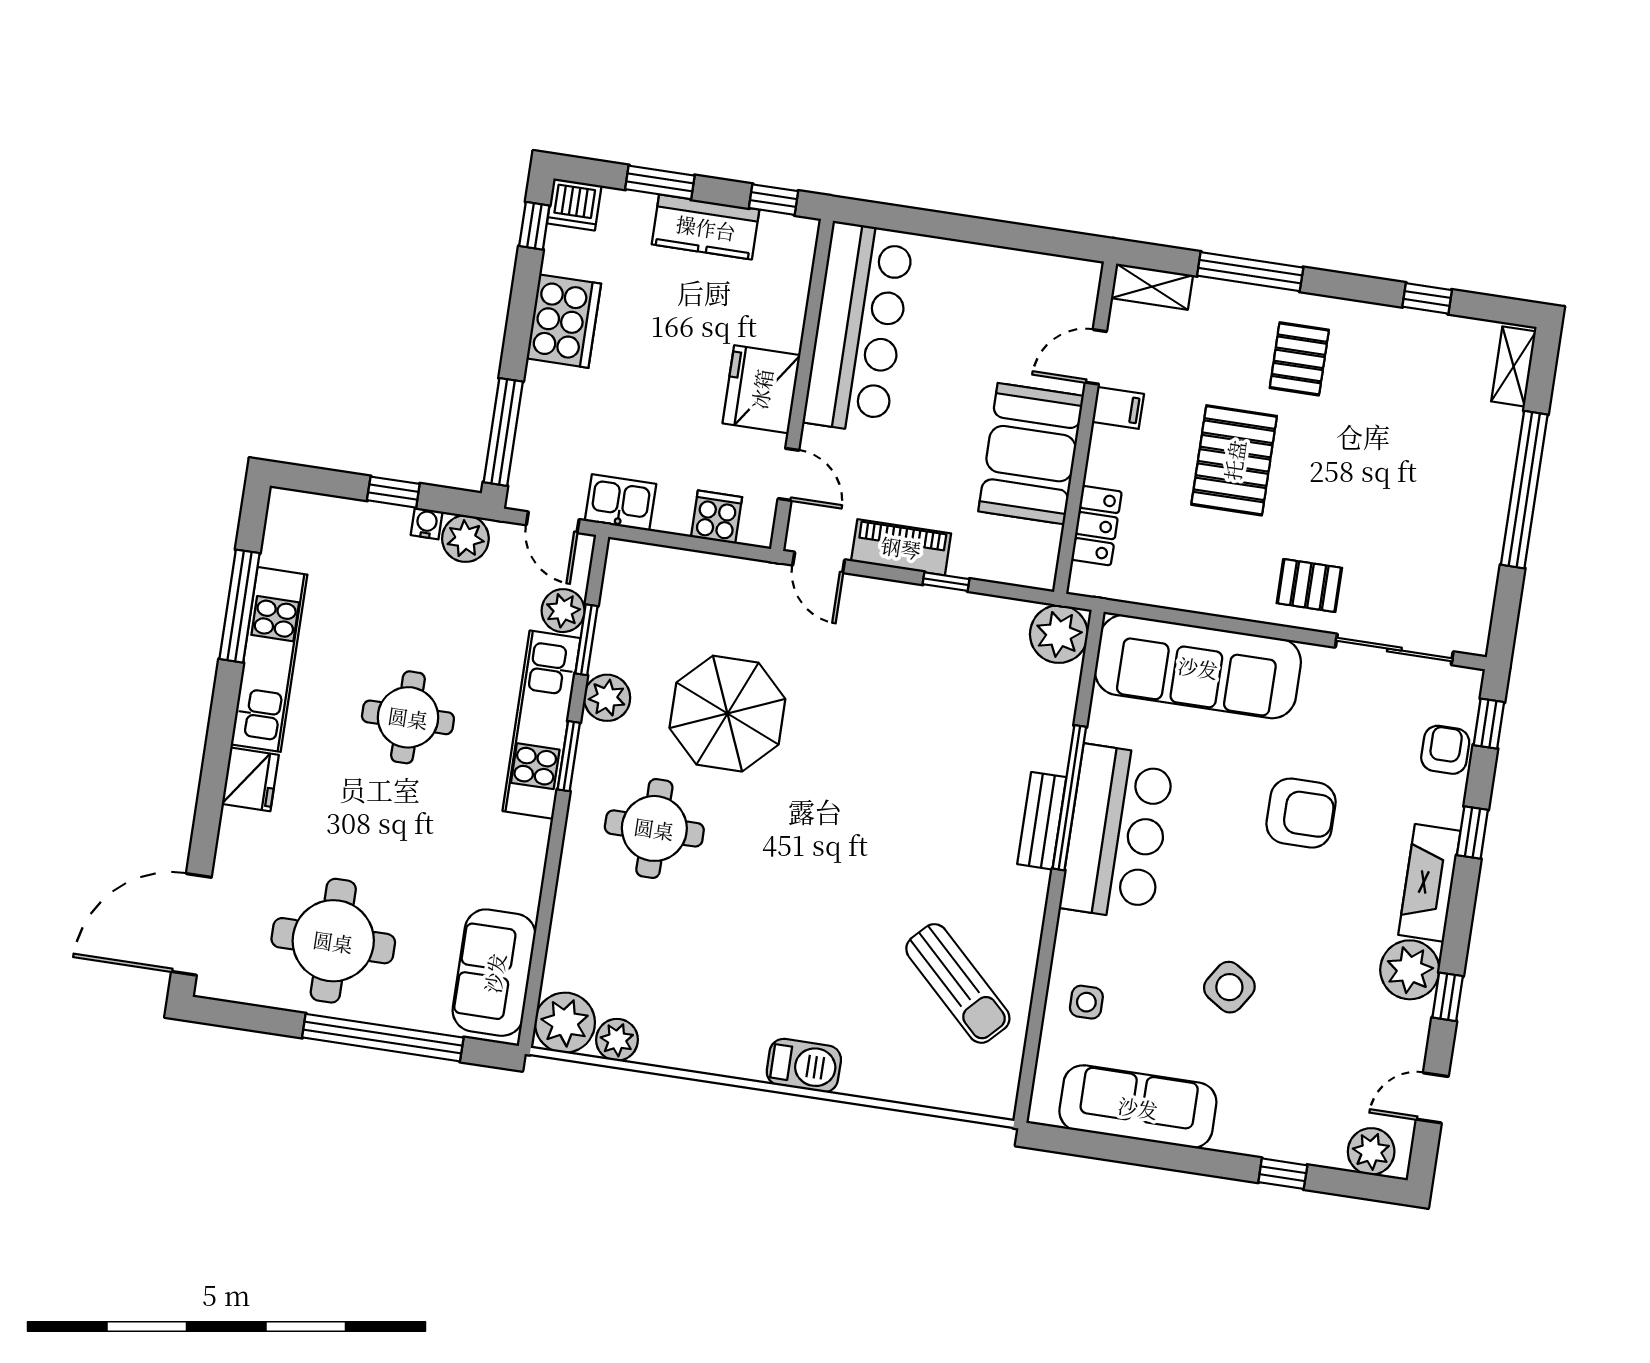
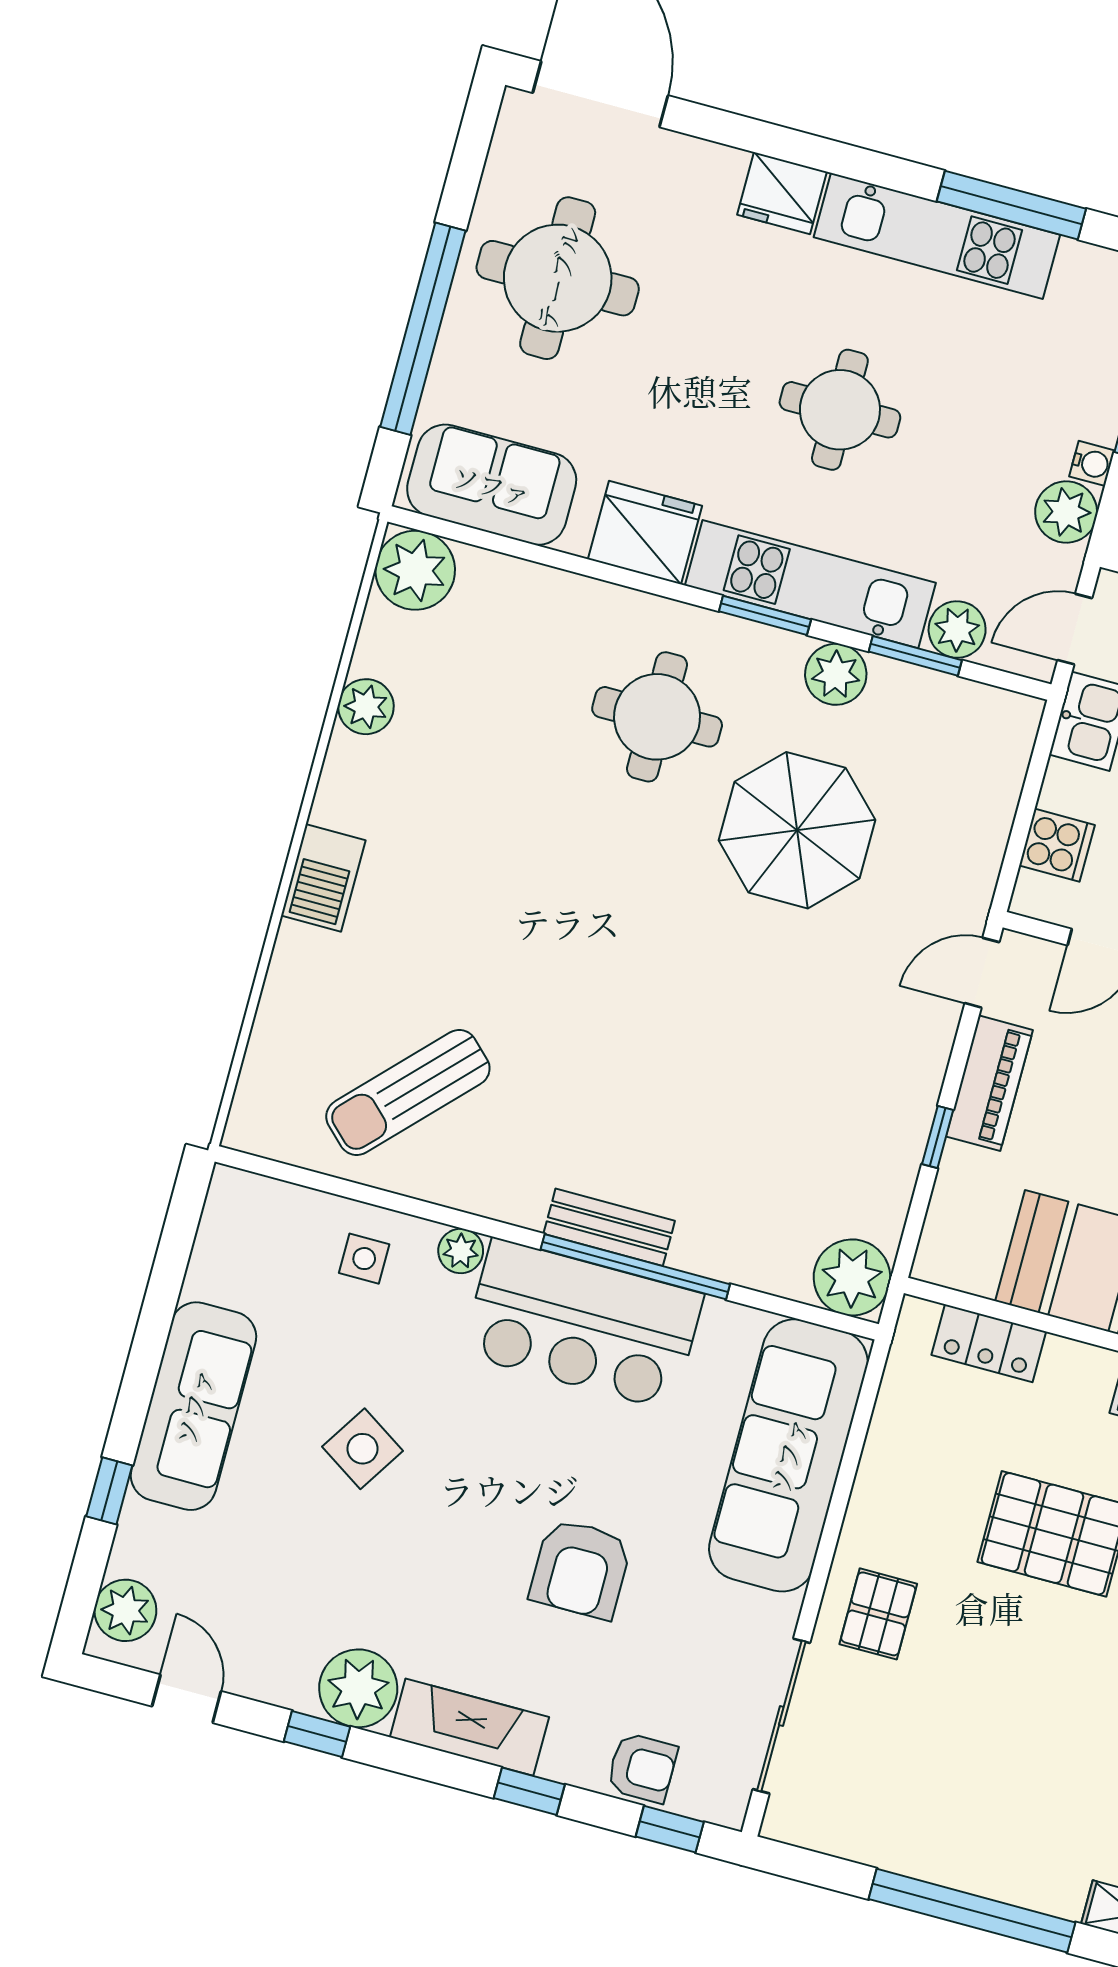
fridge: (517, 853) -> (645, 533), added
plant: (1072, 930) -> (461, 1251), added
plant: (617, 1040) -> (366, 707), moved
sofa: (1138, 1107) -> (194, 1406), moved

